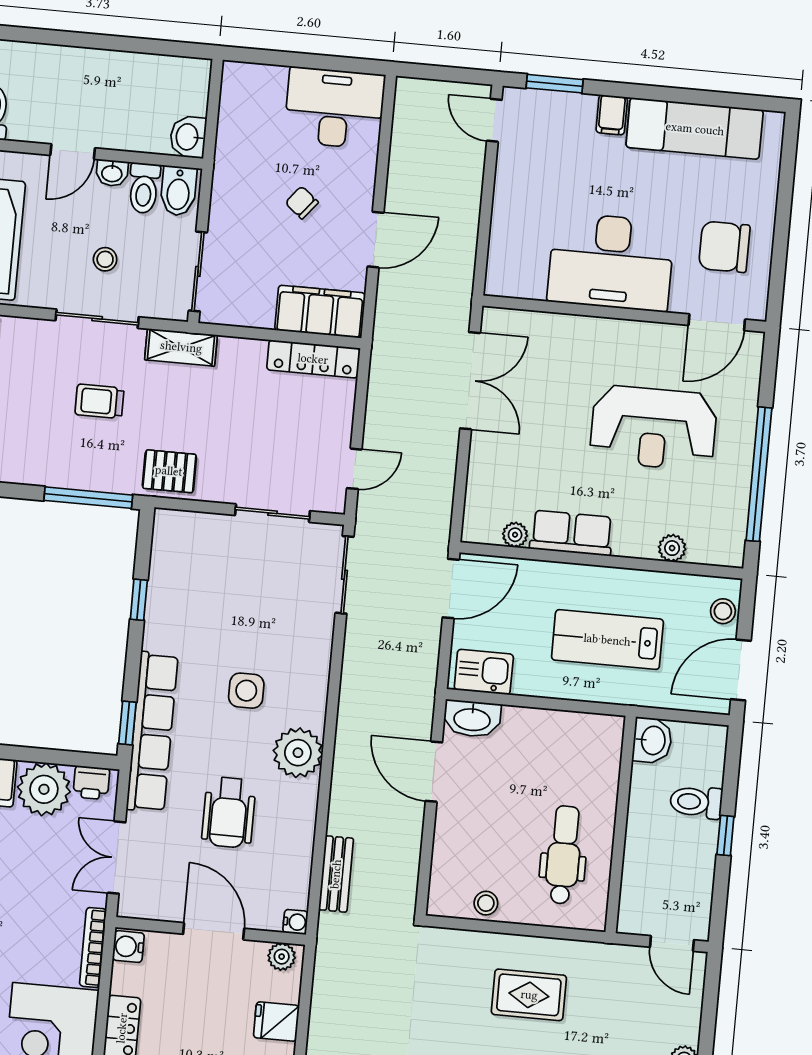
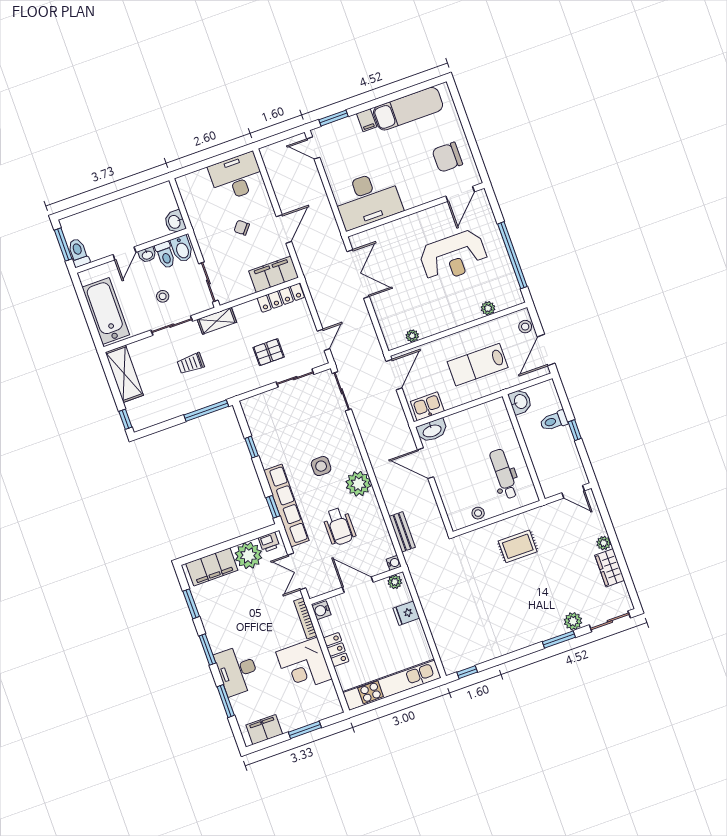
desk: (611, 262) -> (367, 200), moved
pallet: (169, 471) -> (269, 352), moved
row of seats: (571, 533) -> (438, 323), removed

